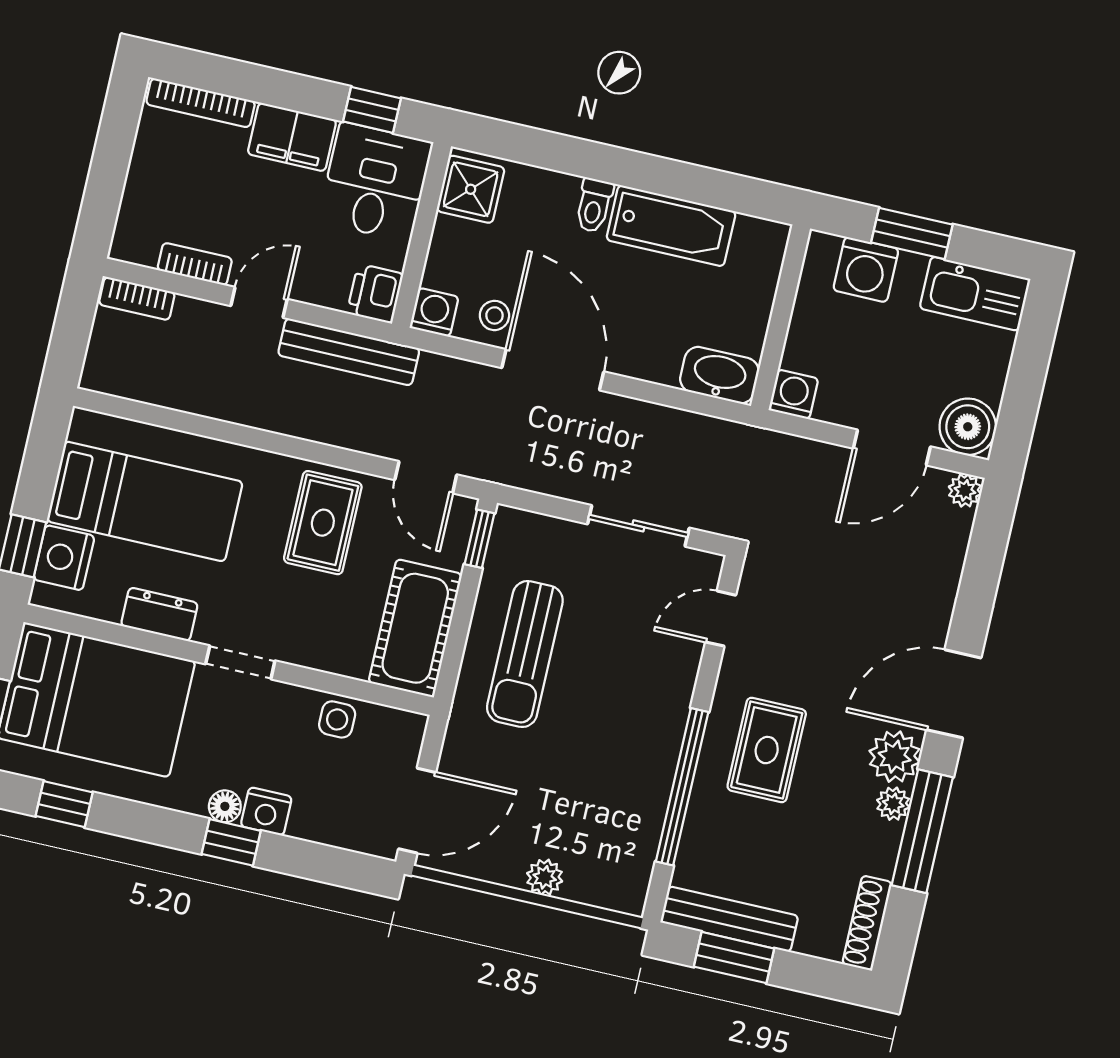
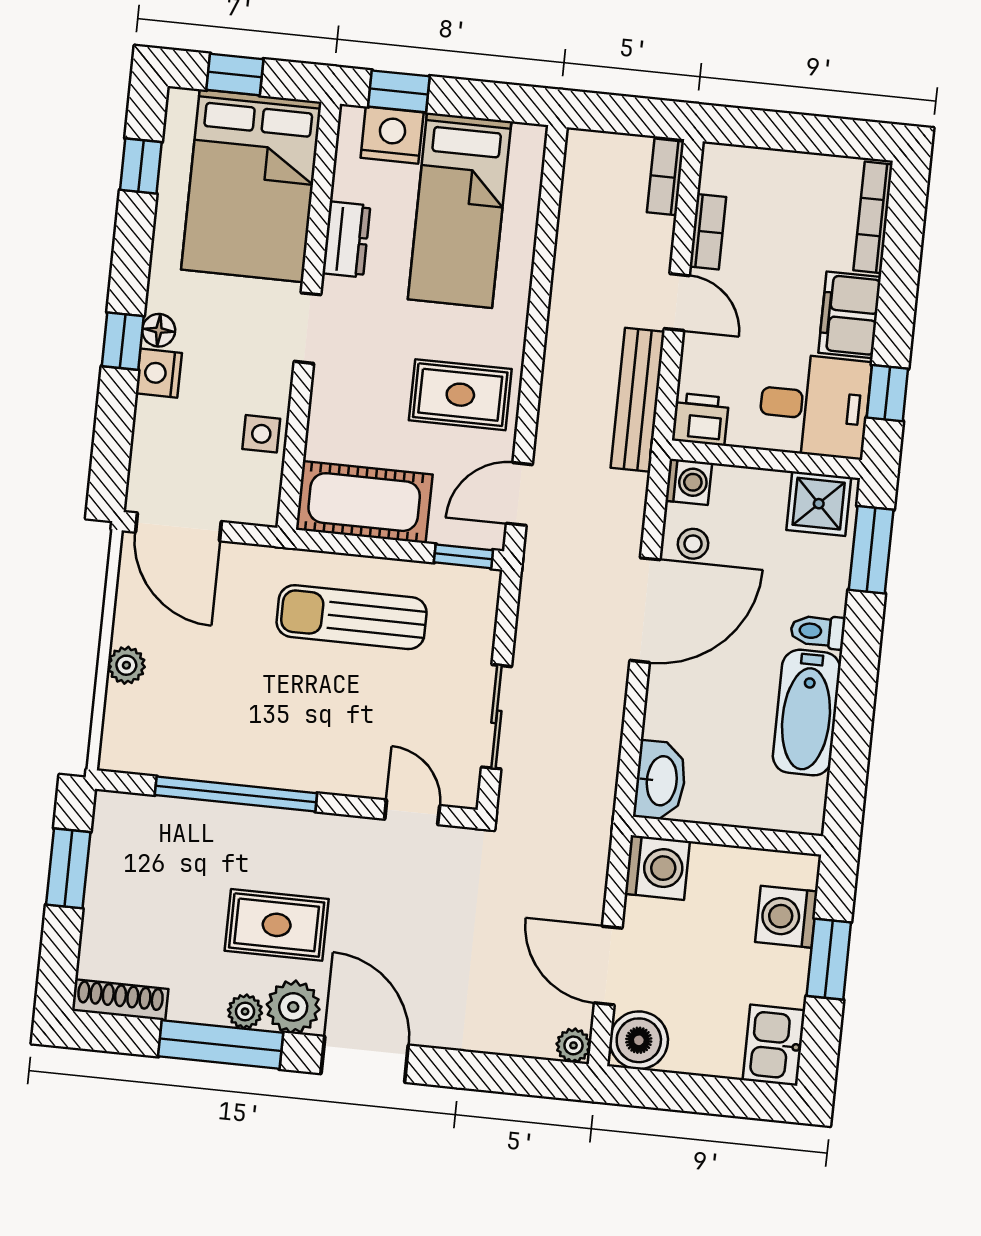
window: (521, 144) -> (871, 550), added
kitchen sink: (975, 294) -> (774, 1045), width x0.73
washing machine: (793, 394) -> (657, 867), width x1.38, depth x1.38
rug: (767, 750) -> (277, 925), moved
bench: (729, 919) -> (107, 859), removed

